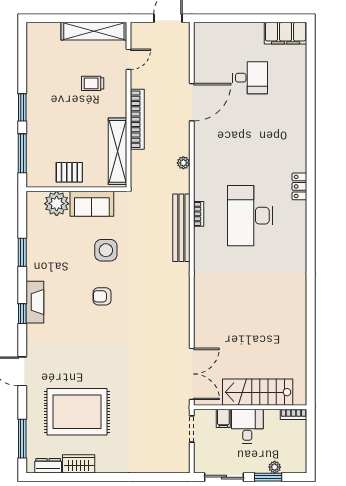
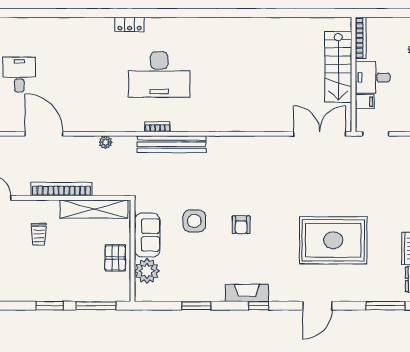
trolley: (93, 83) -> (39, 234), moved
rug: (77, 412) -> (333, 240), moved, turned 90
bookcase: (294, 414) -> (361, 38), width x1.56

